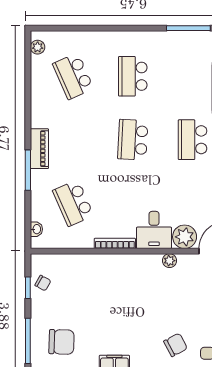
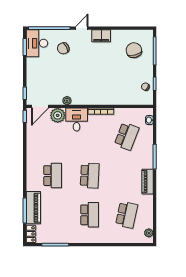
school desk: (73, 76) -> (127, 215), turned 36
piano: (39, 149) -> (148, 182), moved
school desk: (73, 203) -> (127, 136), turned 45
chair: (61, 342) -> (134, 50), turned 73

